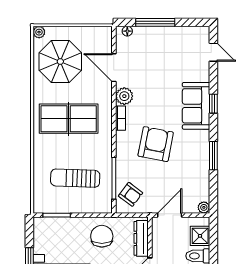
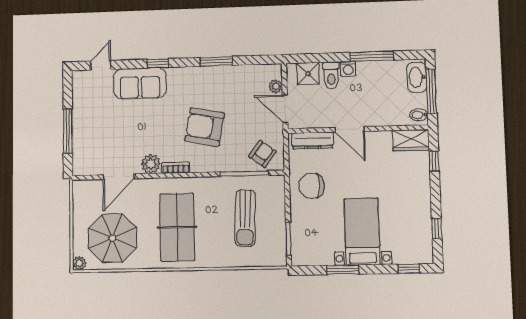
floor lamp: (127, 31) -> (78, 163), removed
sofa: (196, 106) -> (140, 83), moved
plant: (204, 207) -> (276, 86), moved

